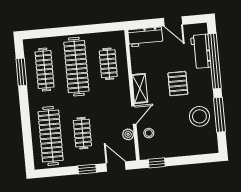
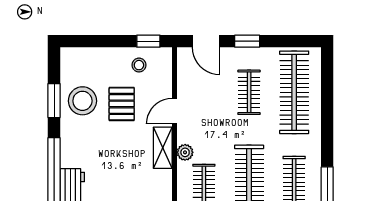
pallet: (178, 84) -> (122, 104), moved
window: (220, 115) -> (54, 101), width x0.69
stool: (149, 133) -> (139, 65), moved
plant: (128, 134) -> (185, 152), moved

